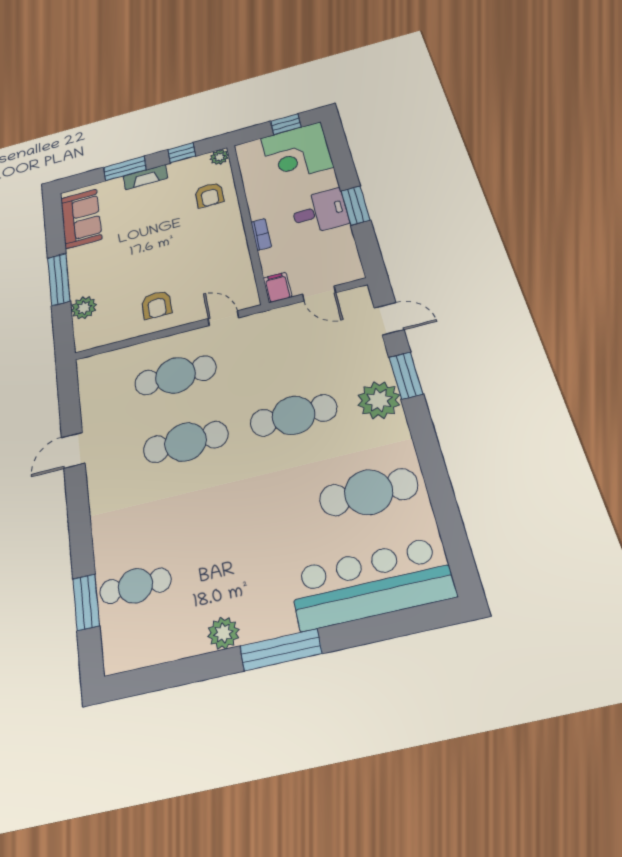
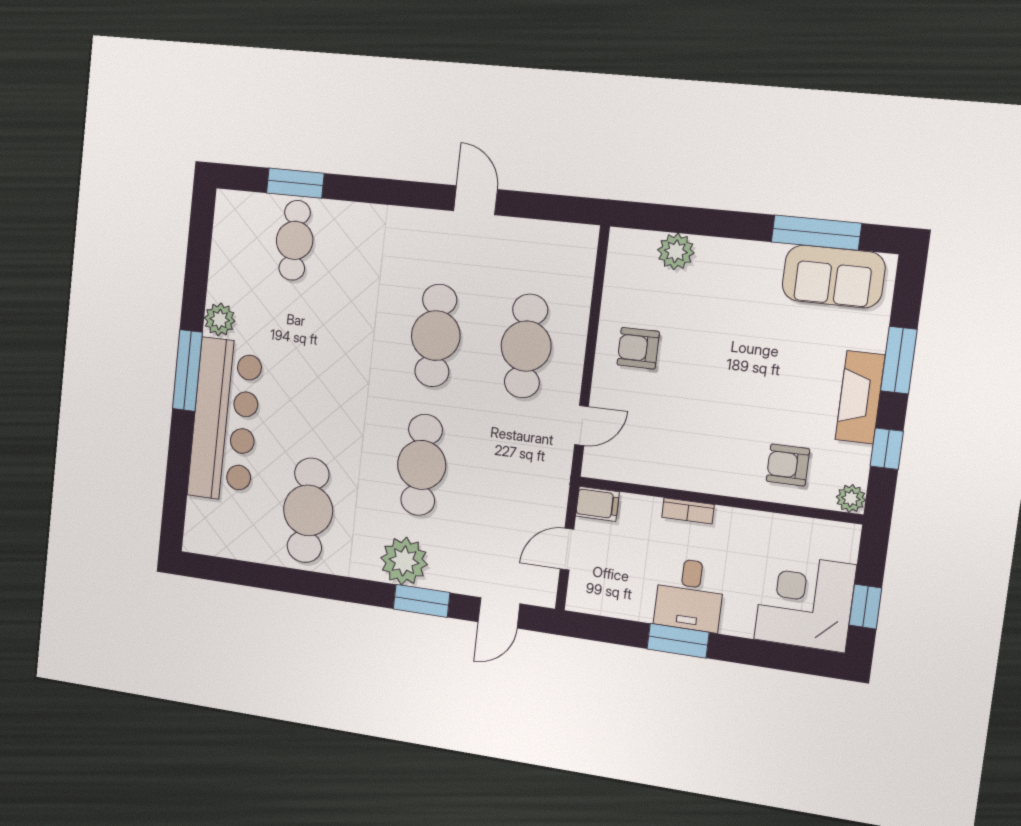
fireplace: (145, 177) -> (860, 397), width x1.37, depth x1.32
window: (59, 279) -> (816, 233), moved
bar counter: (371, 583) -> (225, 420), moved

